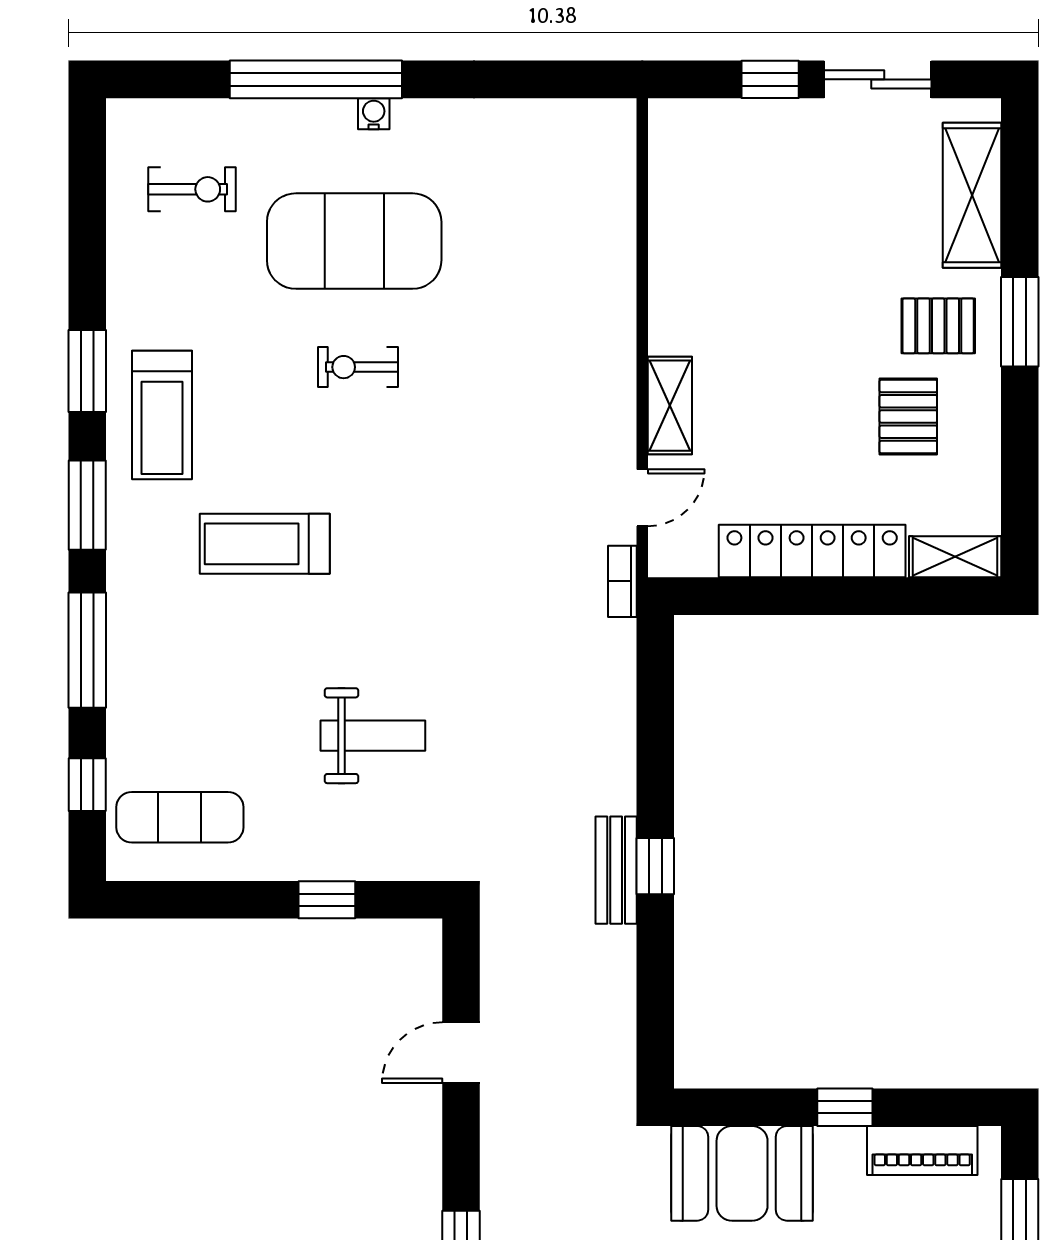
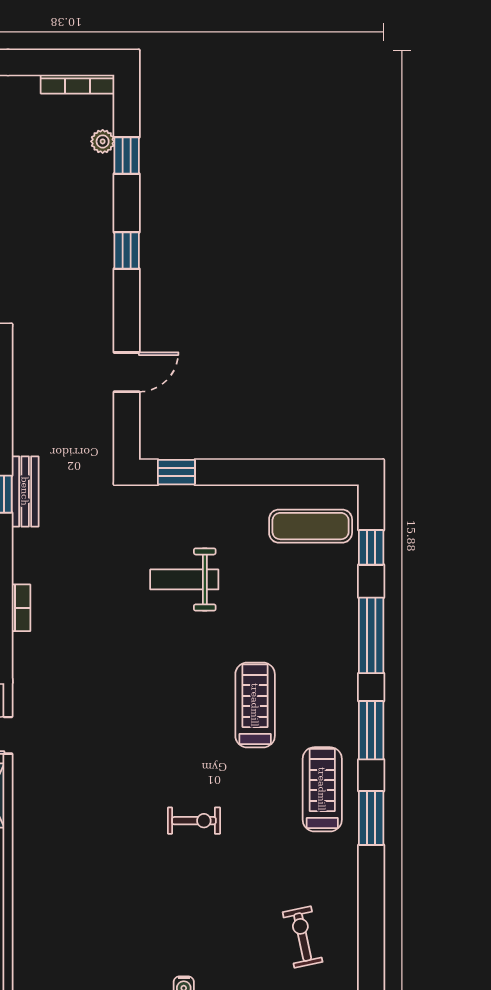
exercise bike: (192, 189) -> (303, 937), turned 78
exercise mat: (354, 241) -> (197, 903), removed
treadmill: (265, 544) -> (255, 705), turned -90
bookcase: (622, 581) -> (21, 608), moved
window: (327, 900) -> (176, 472), moved

